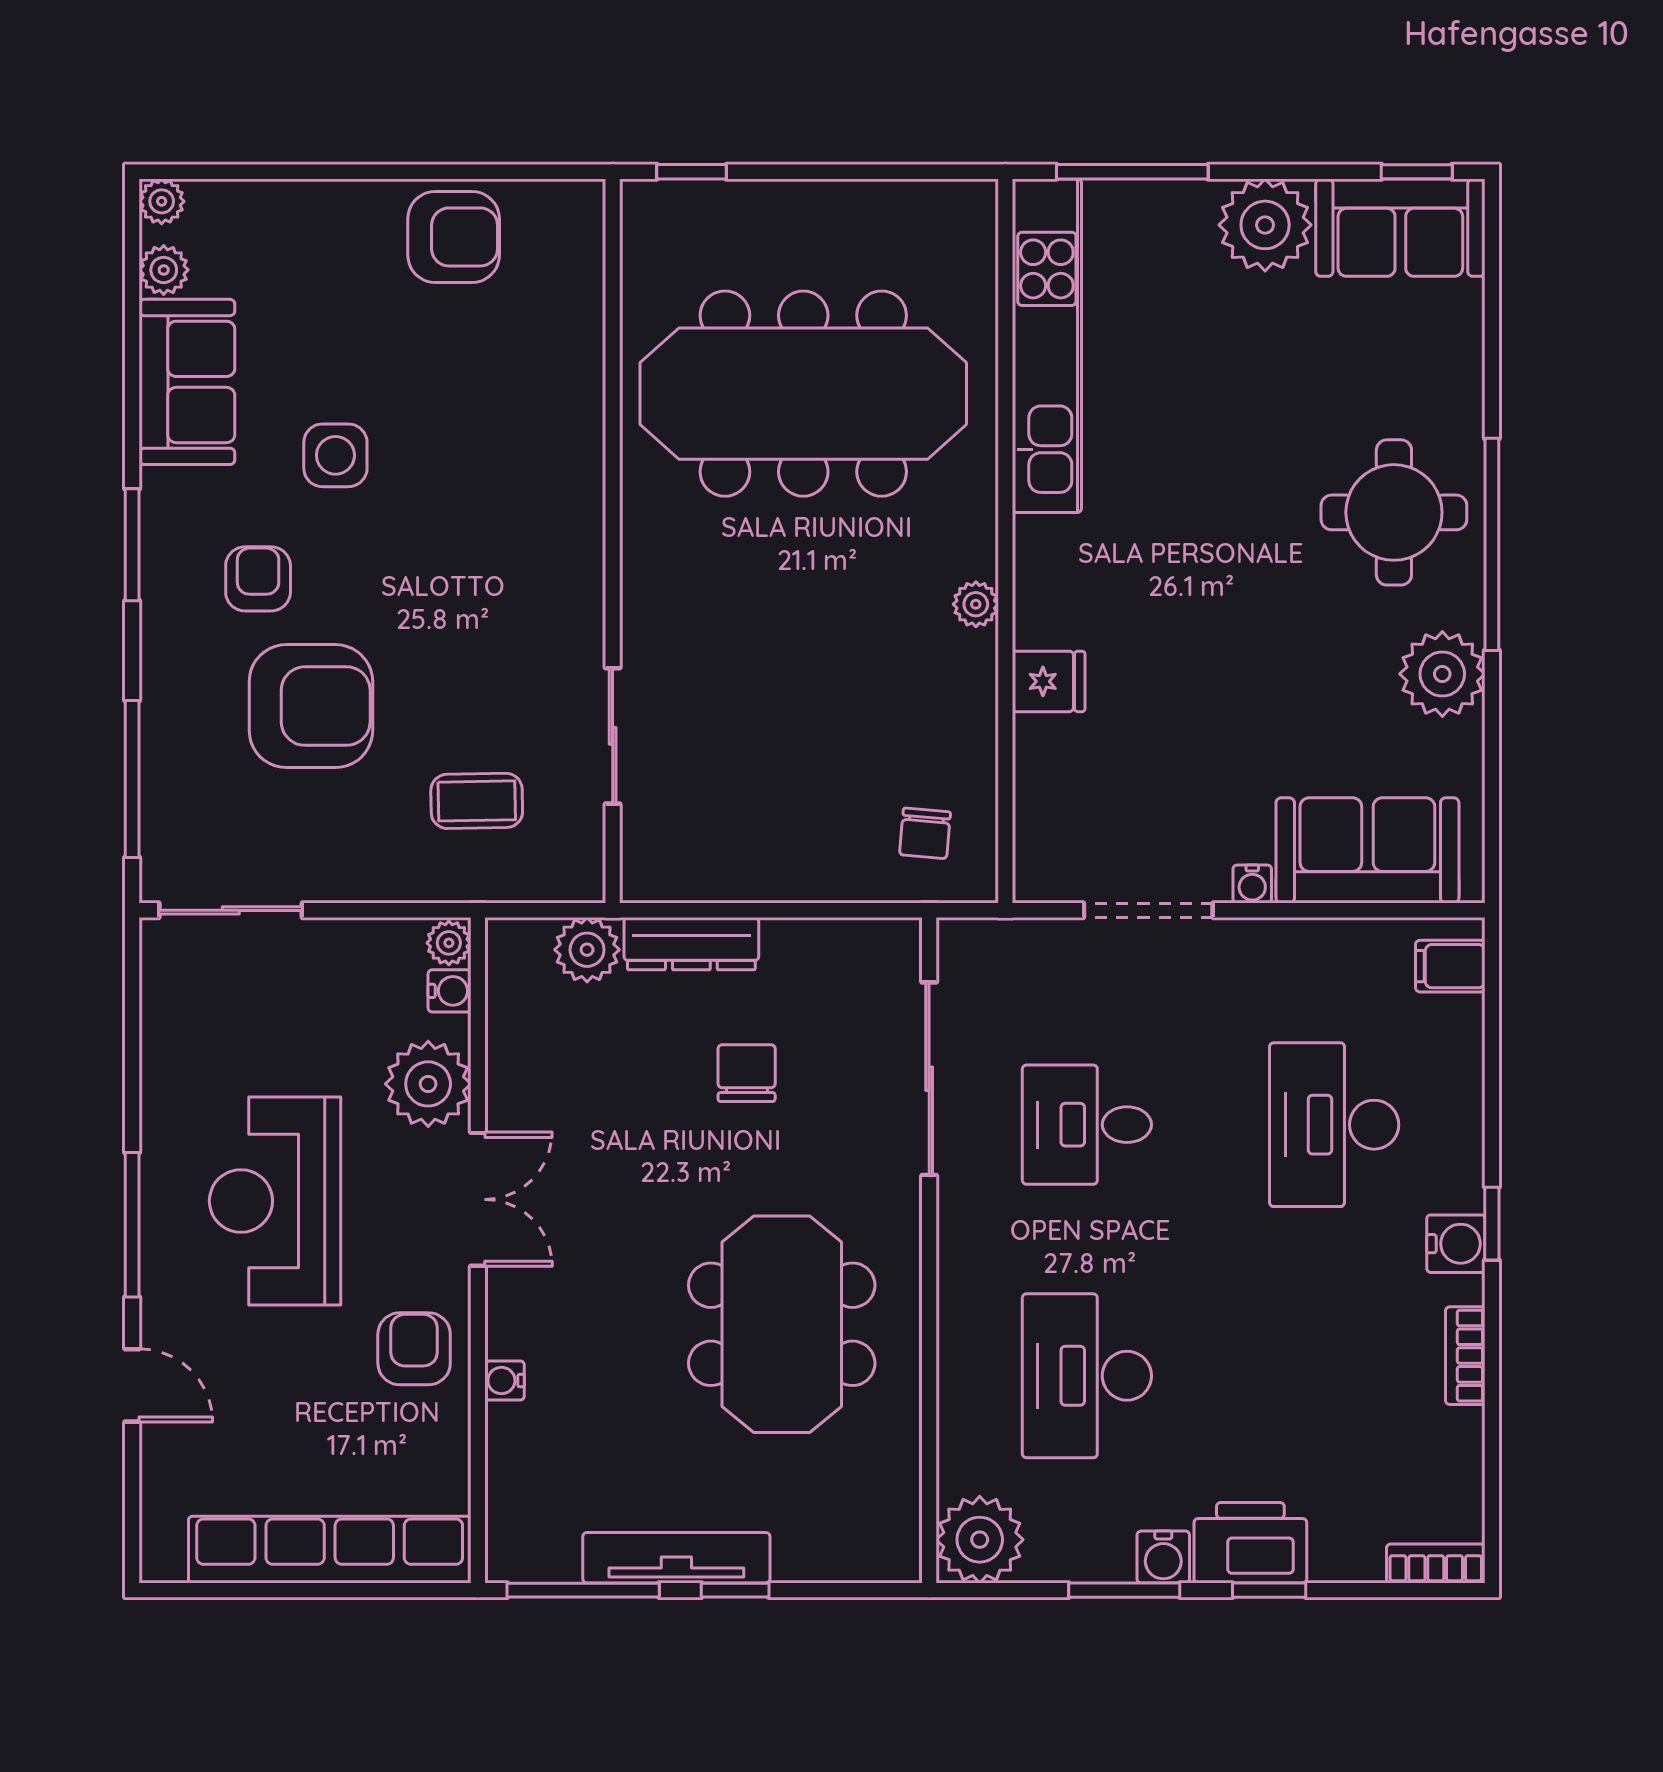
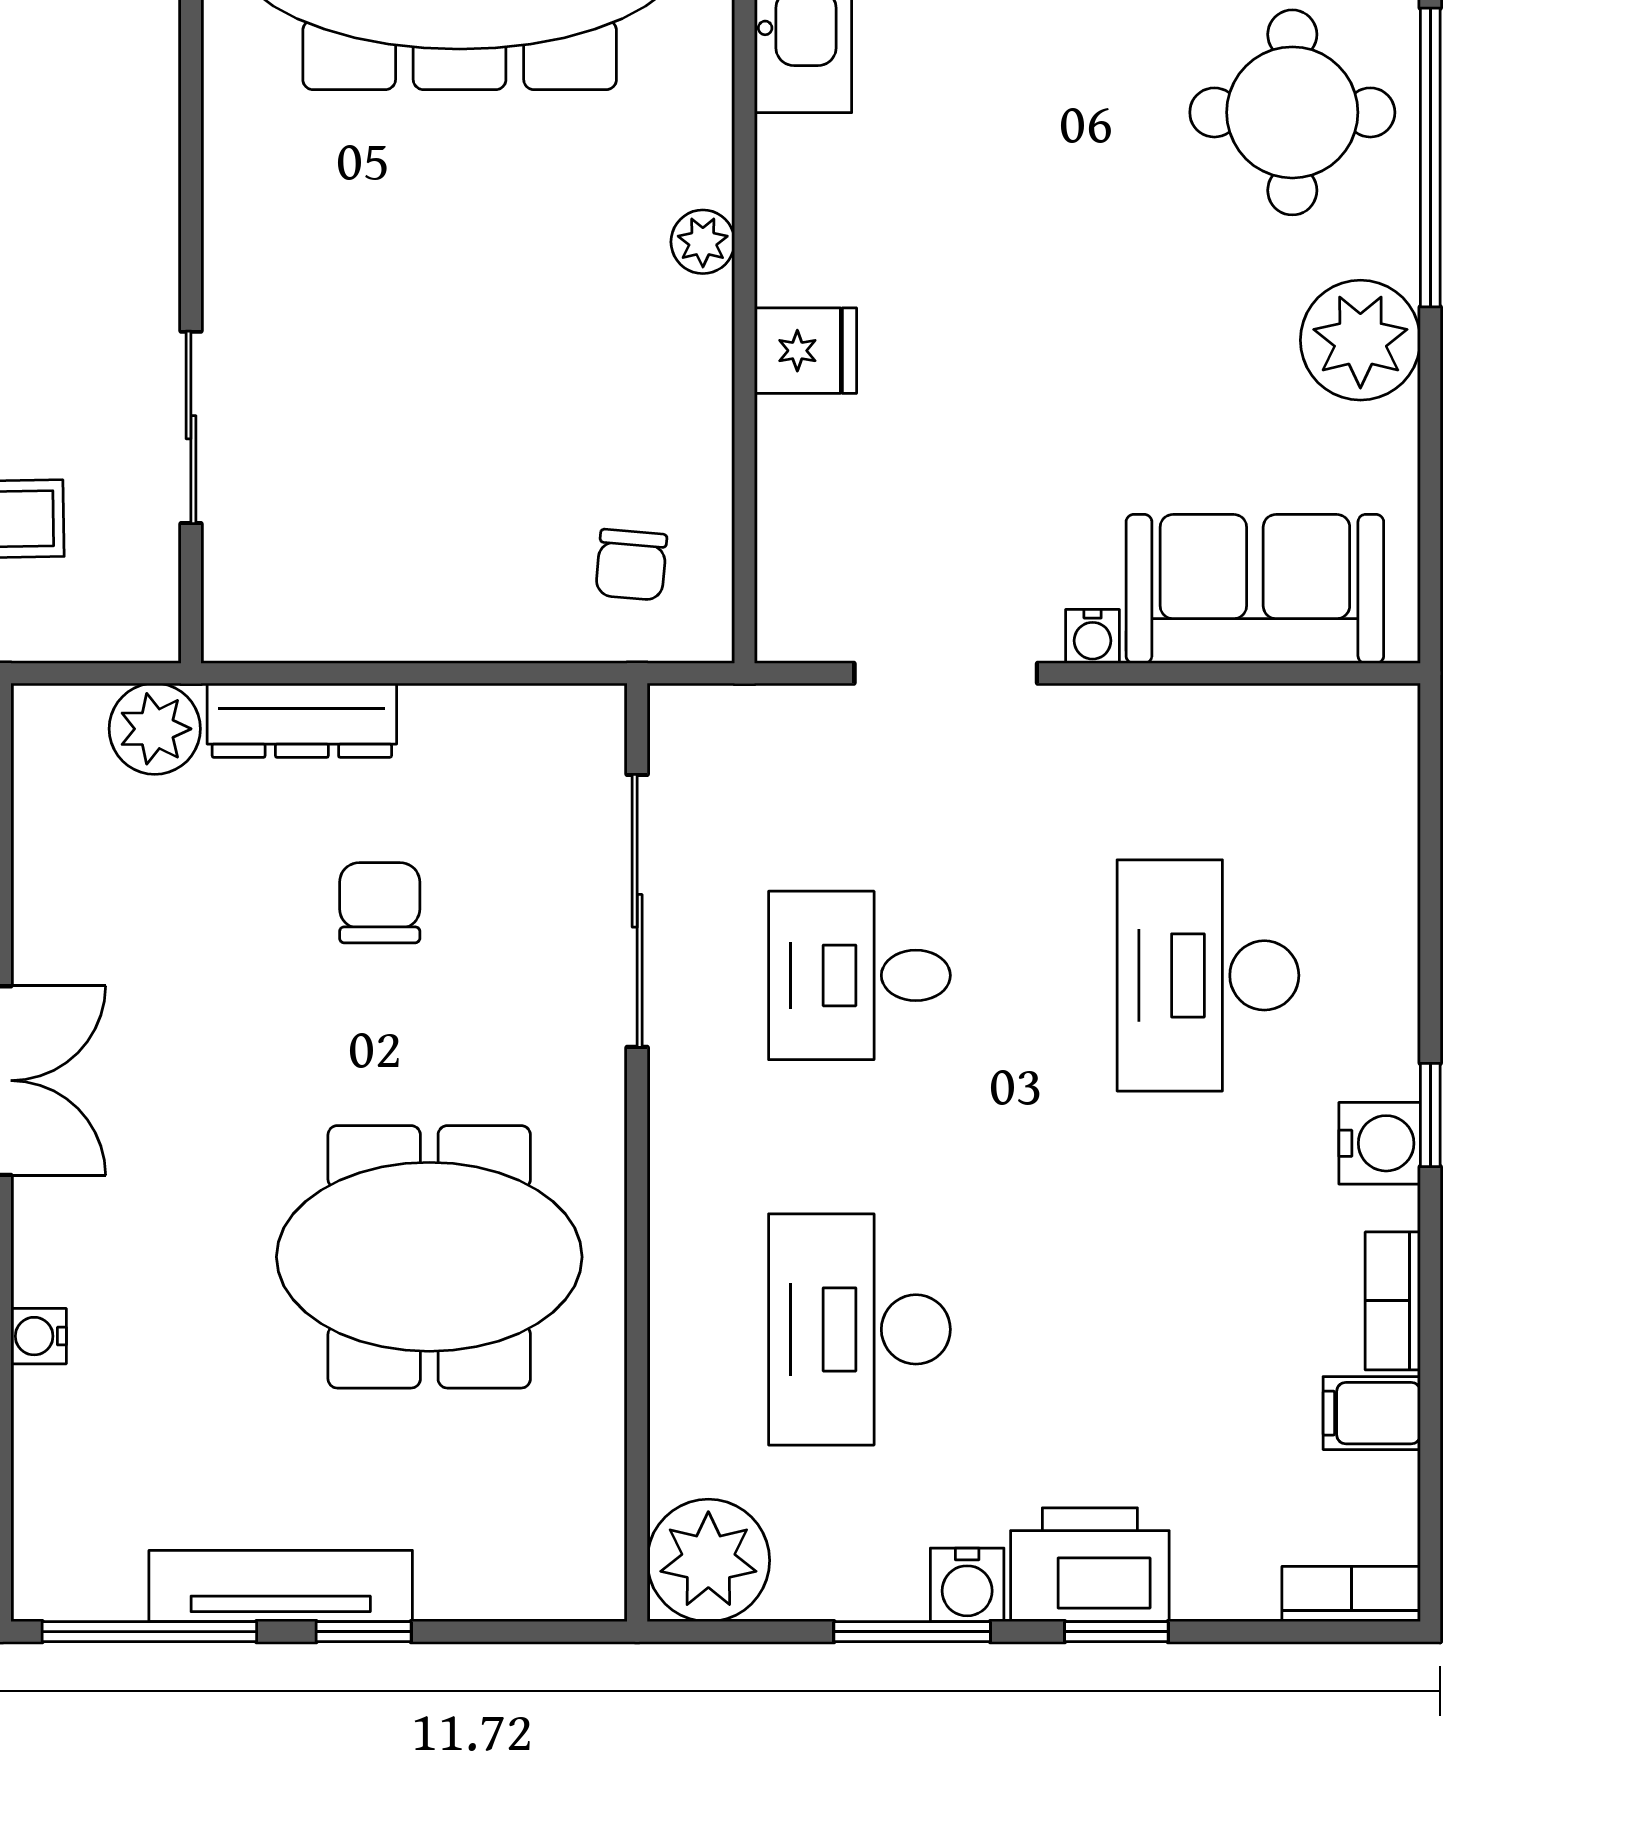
filing cabinet: (1450, 966) -> (1372, 1413), moved
meeting table: (782, 1324) -> (429, 1257), turned 90

